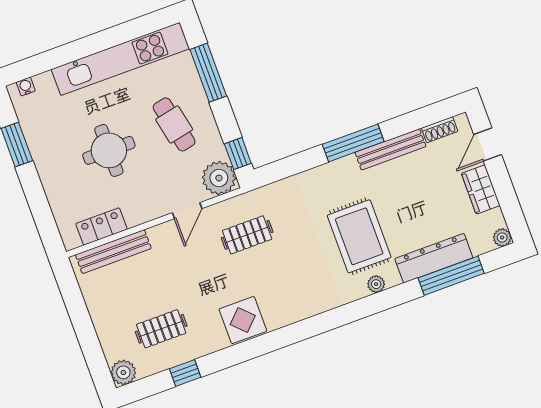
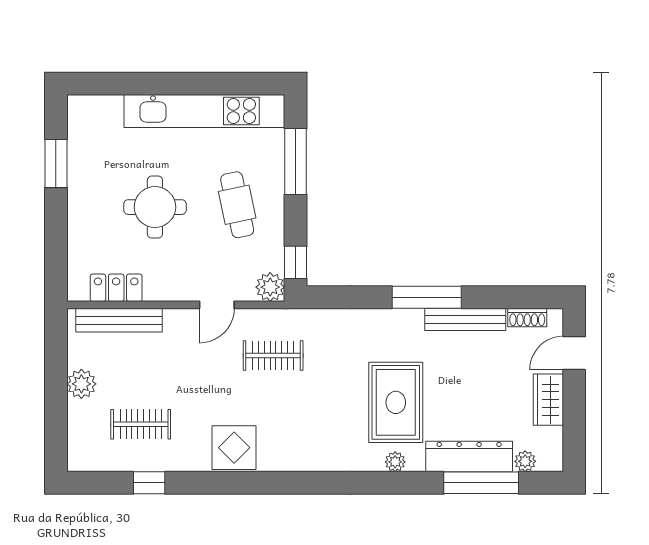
water cooler: (26, 87) -> (89, 103), removed
plant: (219, 178) -> (270, 287), width x0.73, depth x0.73
plant: (502, 238) -> (525, 461), moved
plant: (123, 372) -> (81, 384), moved

